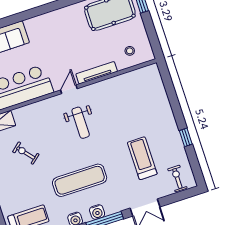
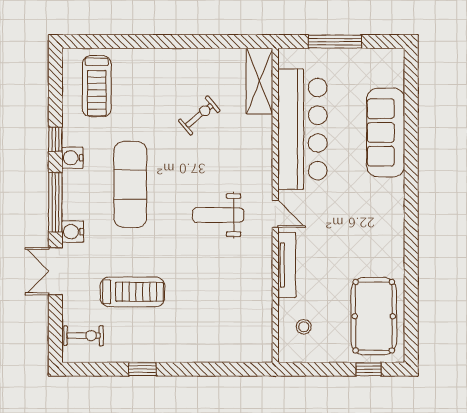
water cooler: (97, 212) -> (73, 232), moved

